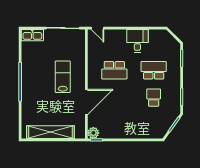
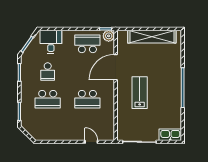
door: (97, 28) -> (91, 142), moved
desk: (137, 41) -> (51, 42), moved, turned 180
school desk: (114, 70) -> (87, 99), turned 180
lab bench: (63, 77) -> (140, 93), turned 180
school desk: (114, 125) -> (87, 44), added

